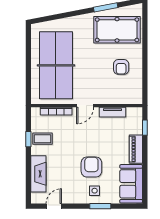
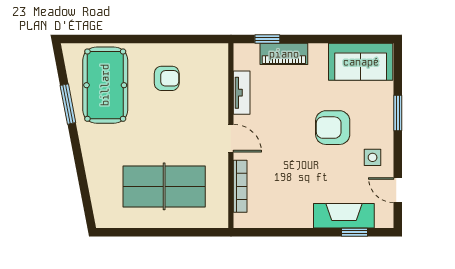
table tennis table: (56, 65) -> (164, 186), width x0.73, depth x0.76
window: (28, 139) -> (355, 232), moved
coffee table: (42, 139) -> (286, 209), removed
piano: (136, 149) -> (284, 54), moved
side table: (95, 191) -> (373, 157), moved

